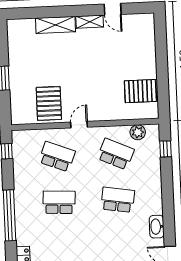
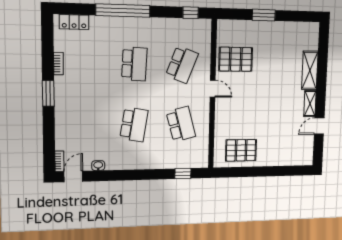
pallet: (140, 91) -> (241, 150), turned 90
plant: (138, 132) -> (201, 147), removed
school desk: (116, 154) -> (181, 124), turned -39
washbasin: (157, 227) -> (98, 166), width x0.52, depth x0.69

